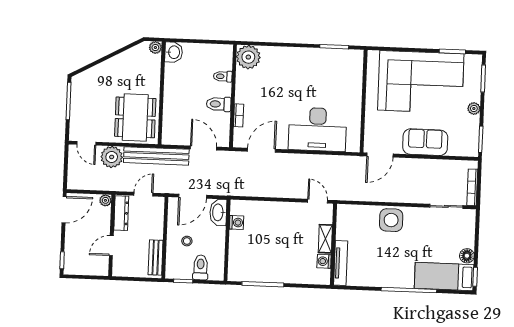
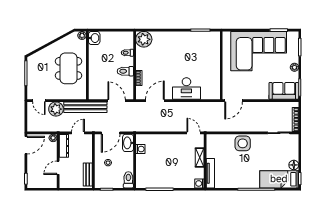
dining table: (135, 117) -> (69, 68), moved
desk: (317, 129) -> (186, 88), width x0.73, depth x0.77
sofa: (425, 142) -> (284, 91), moved
washing machine: (324, 261) -> (199, 183), moved
toilet: (200, 267) -> (128, 180), moved

